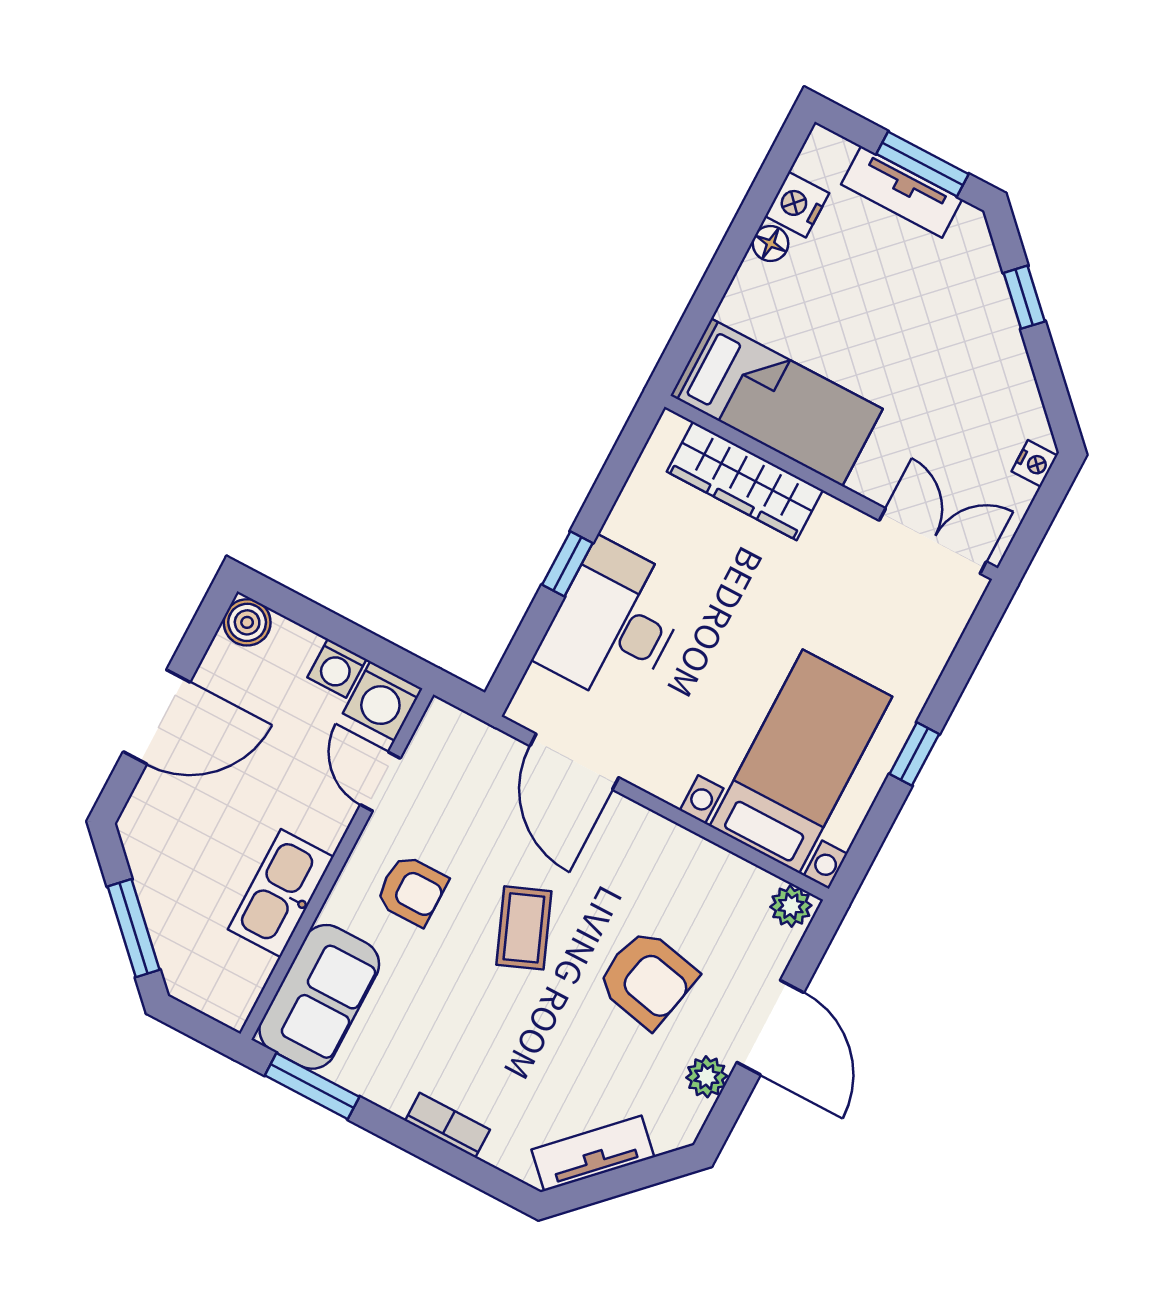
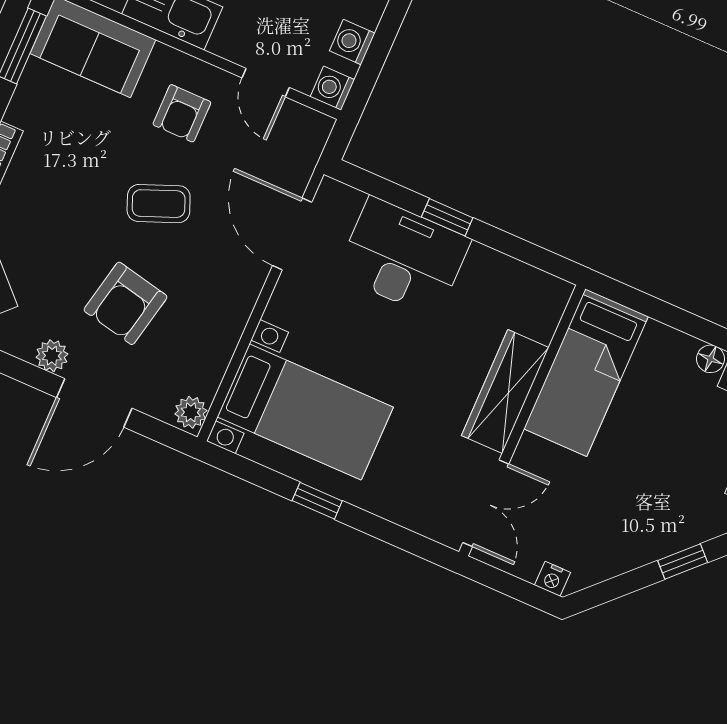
wardrobe: (745, 481) -> (505, 392), moved
washing machine: (383, 701) -> (332, 88), width x0.73, depth x0.73
door: (574, 762) -> (292, 234), hinge flipped
door: (380, 781) -> (266, 83), swing flipped

